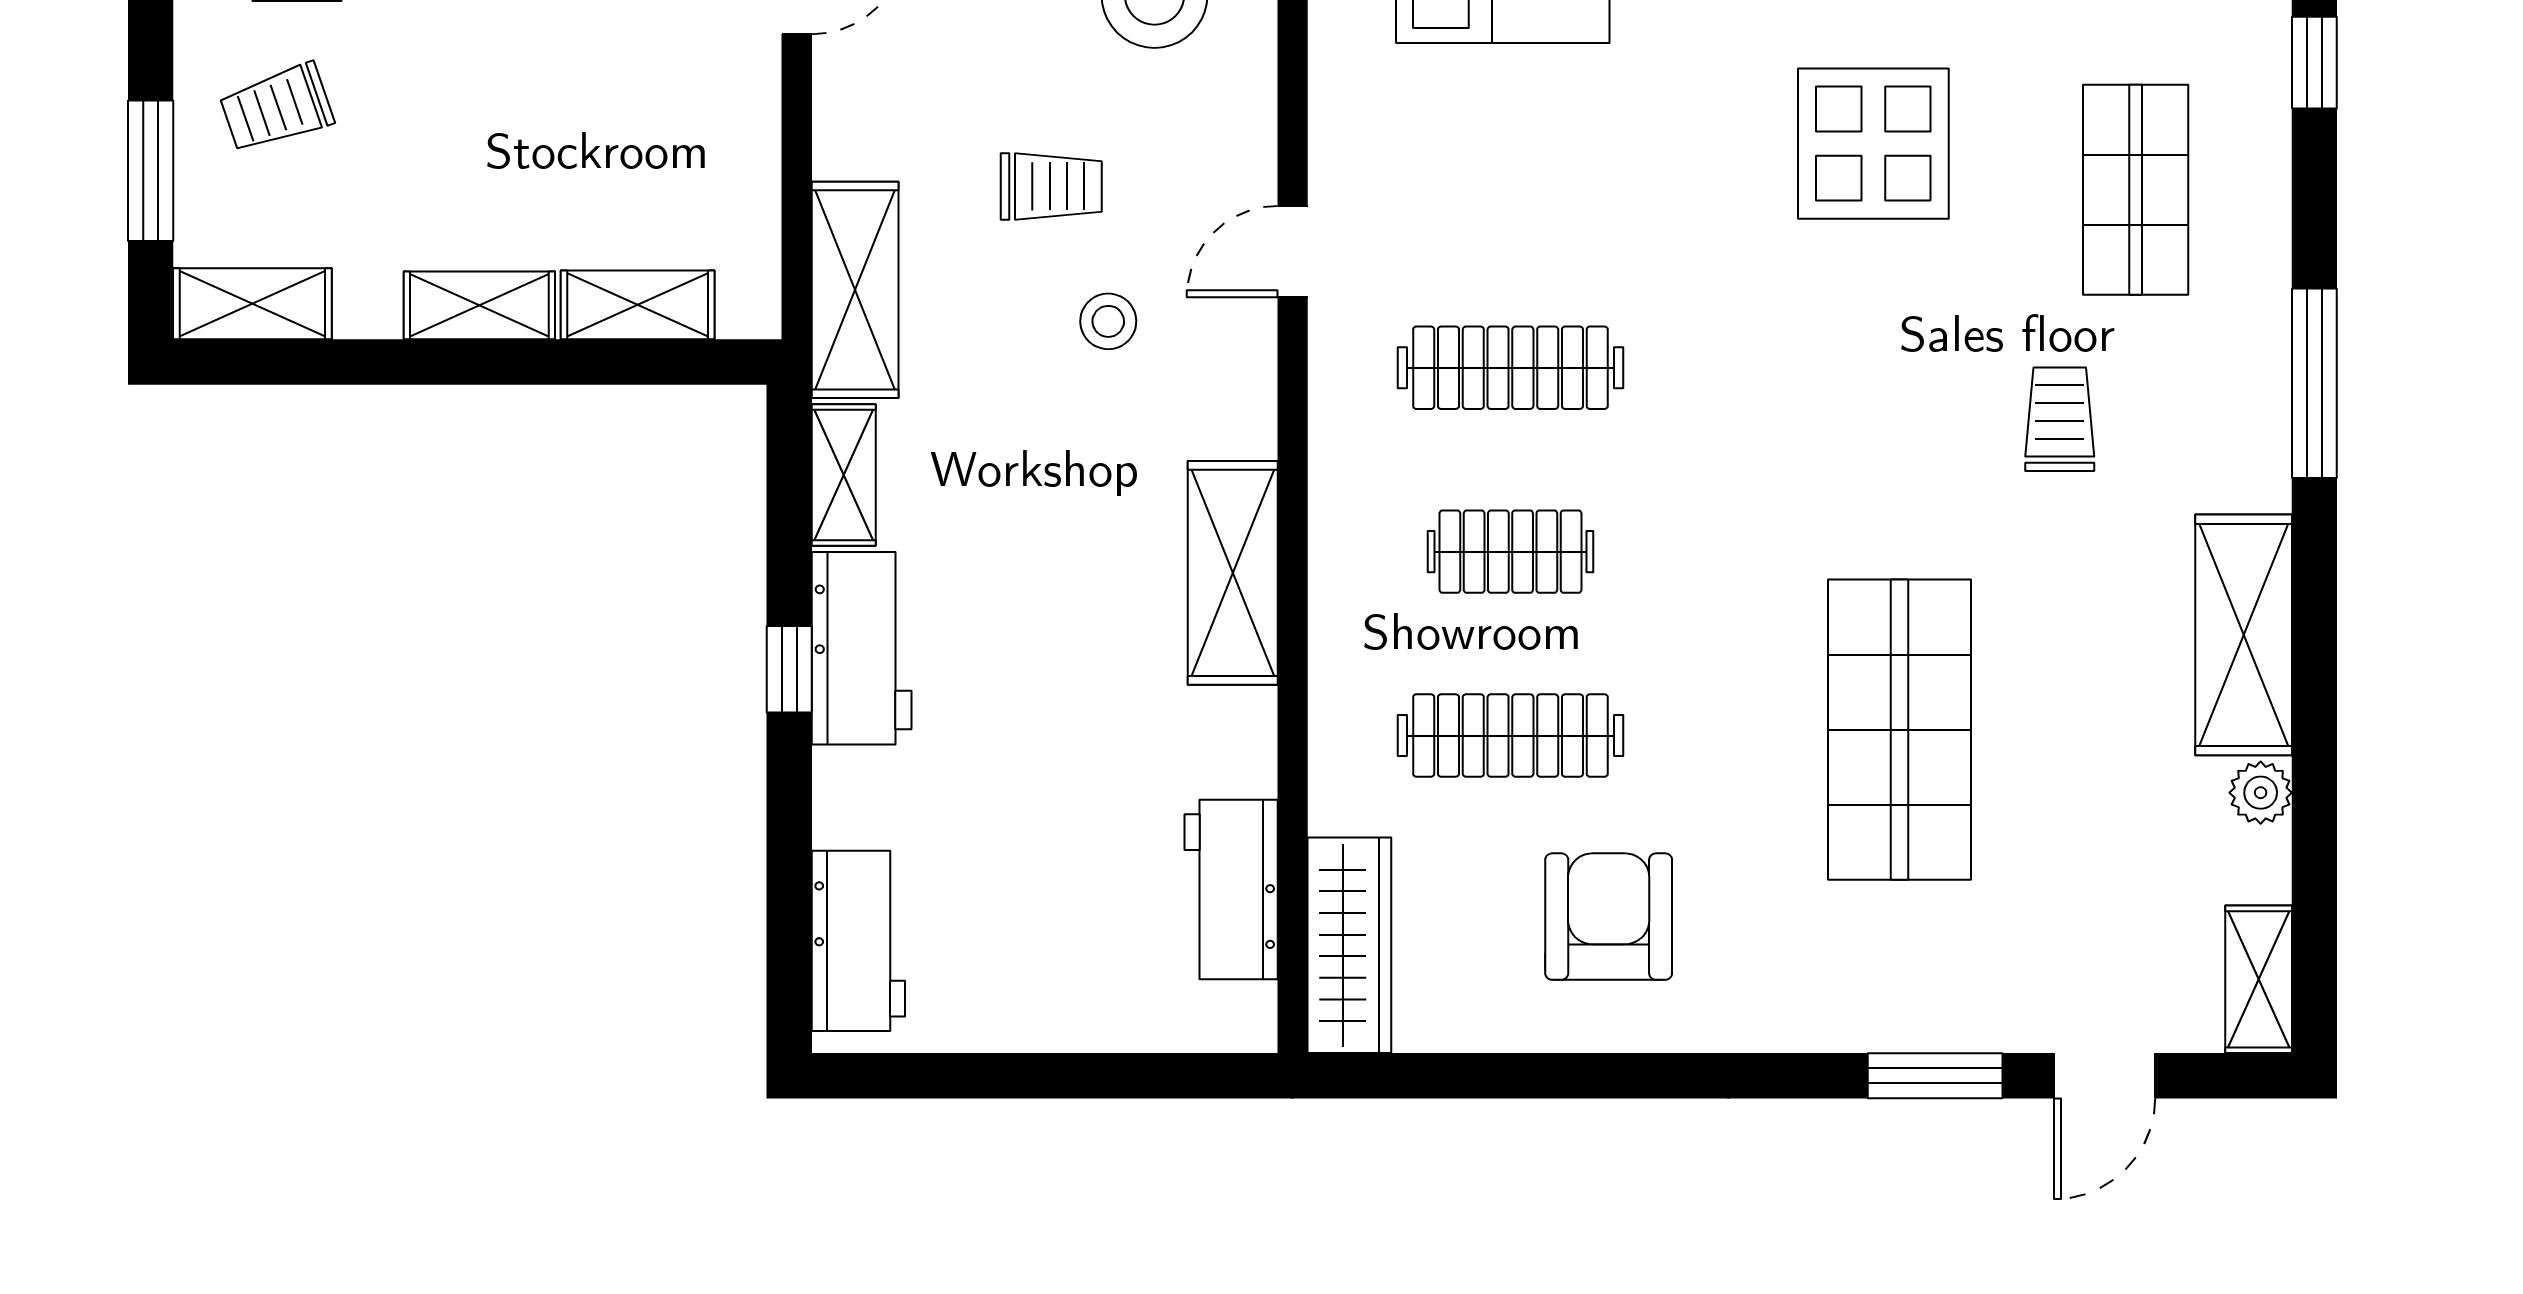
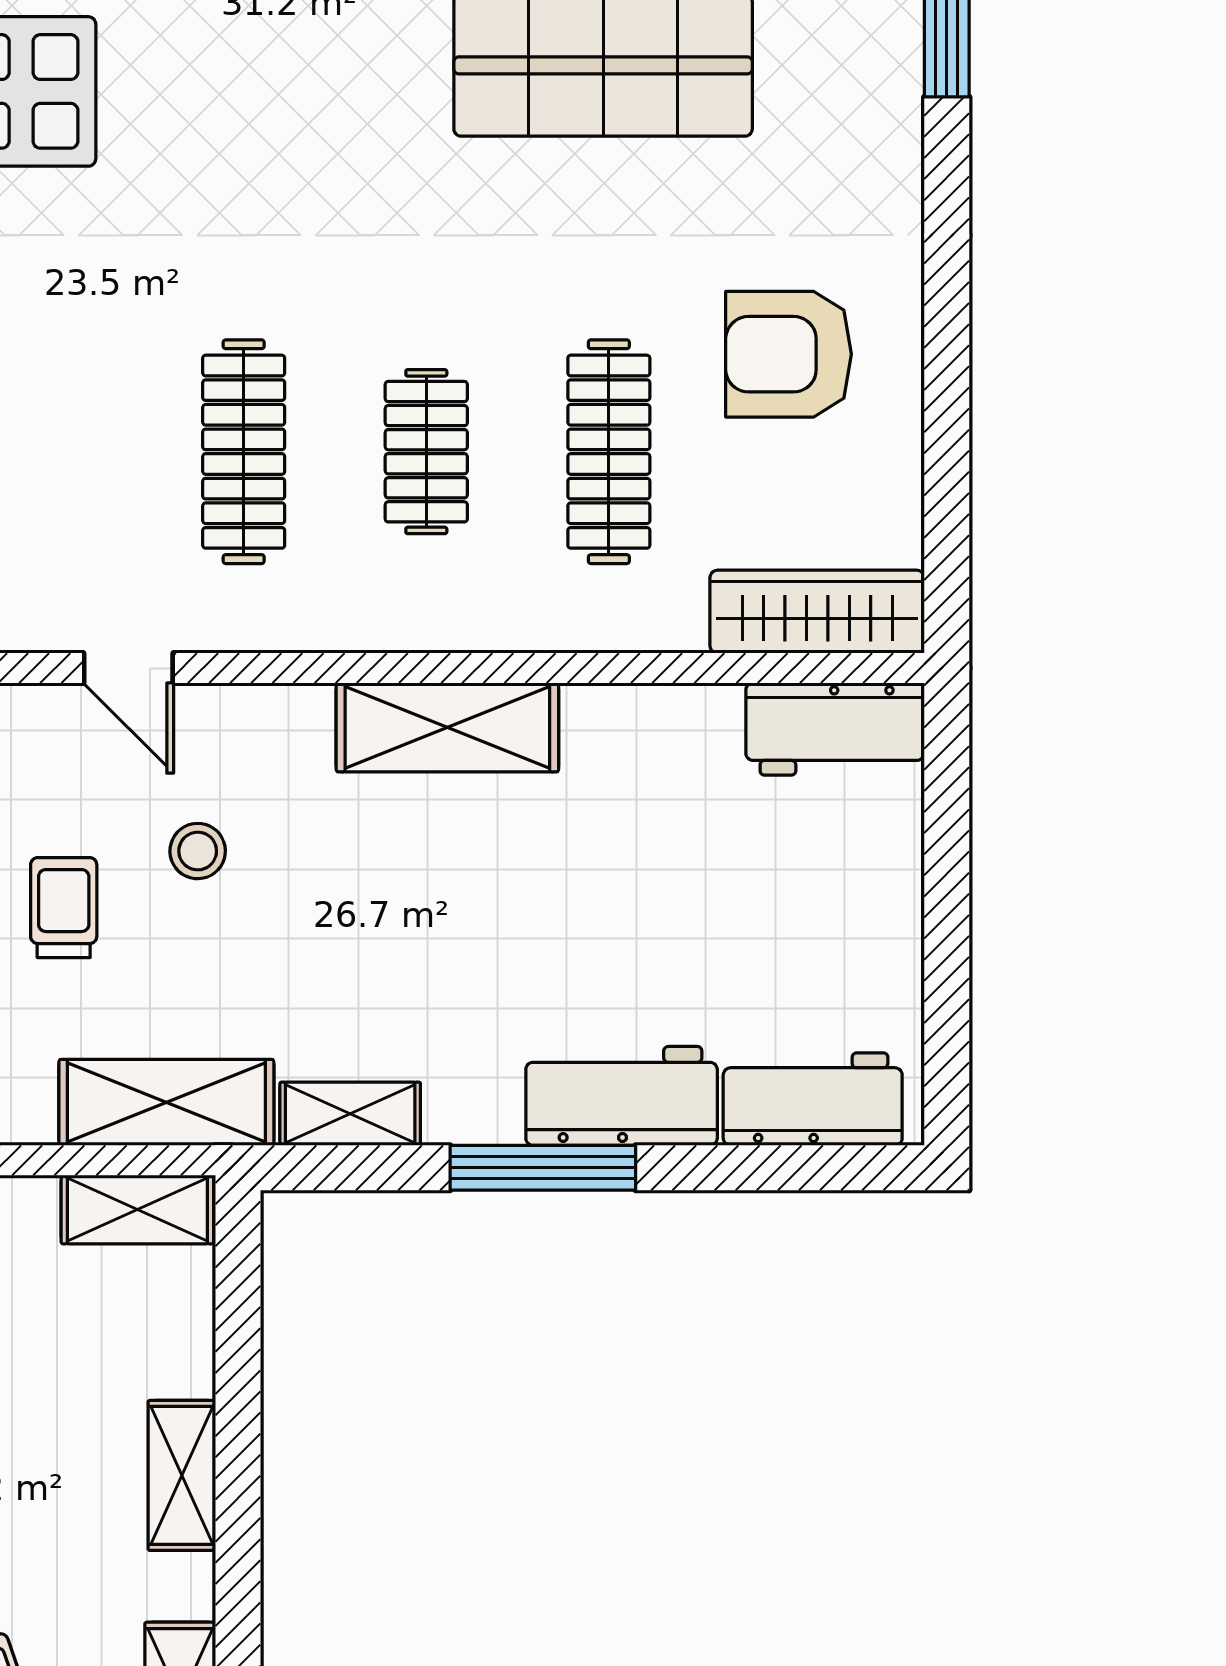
shelving: (638, 305) -> (137, 1210), moved, turned 90
workbench: (862, 648) -> (622, 1096), moved
window: (789, 669) -> (543, 1168), width x2.17
workbench: (1231, 890) -> (835, 729), moved

